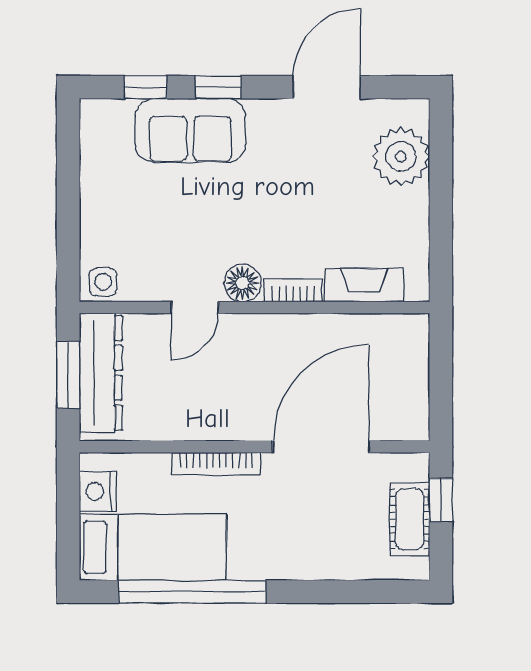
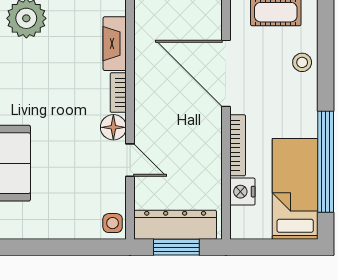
nightstand: (98, 491) -> (242, 192), moved, turned 90
stool: (337, 557) -> (302, 62), added

